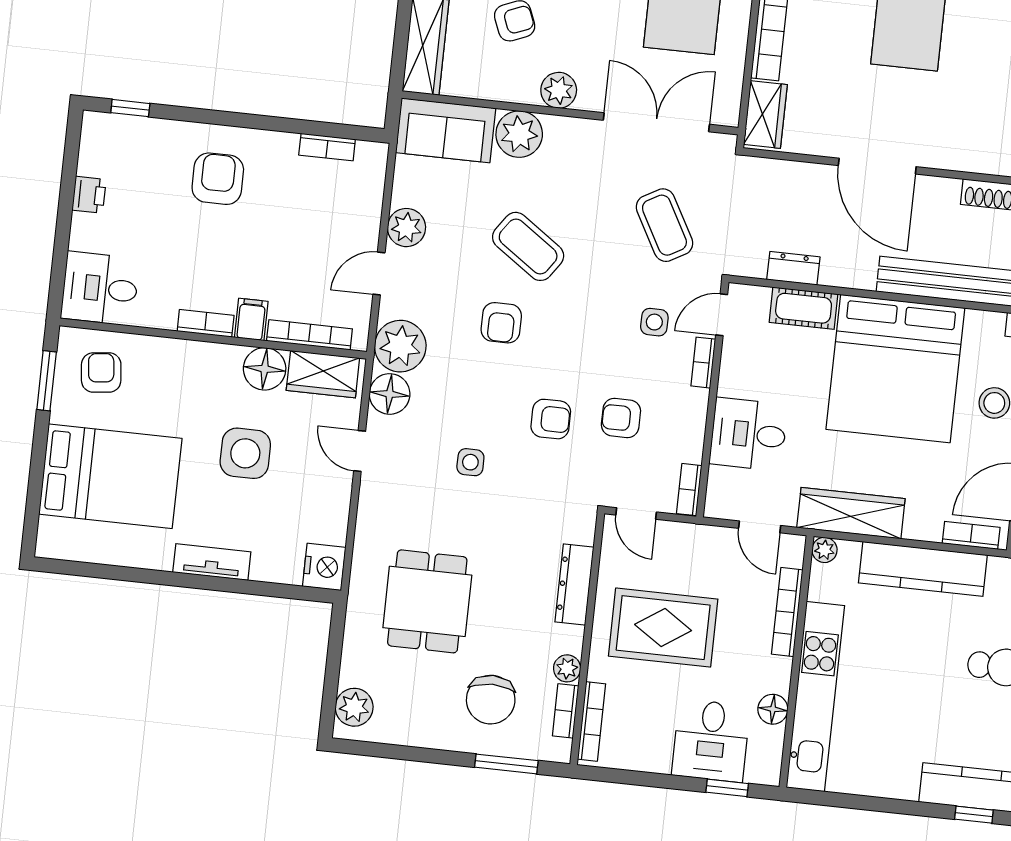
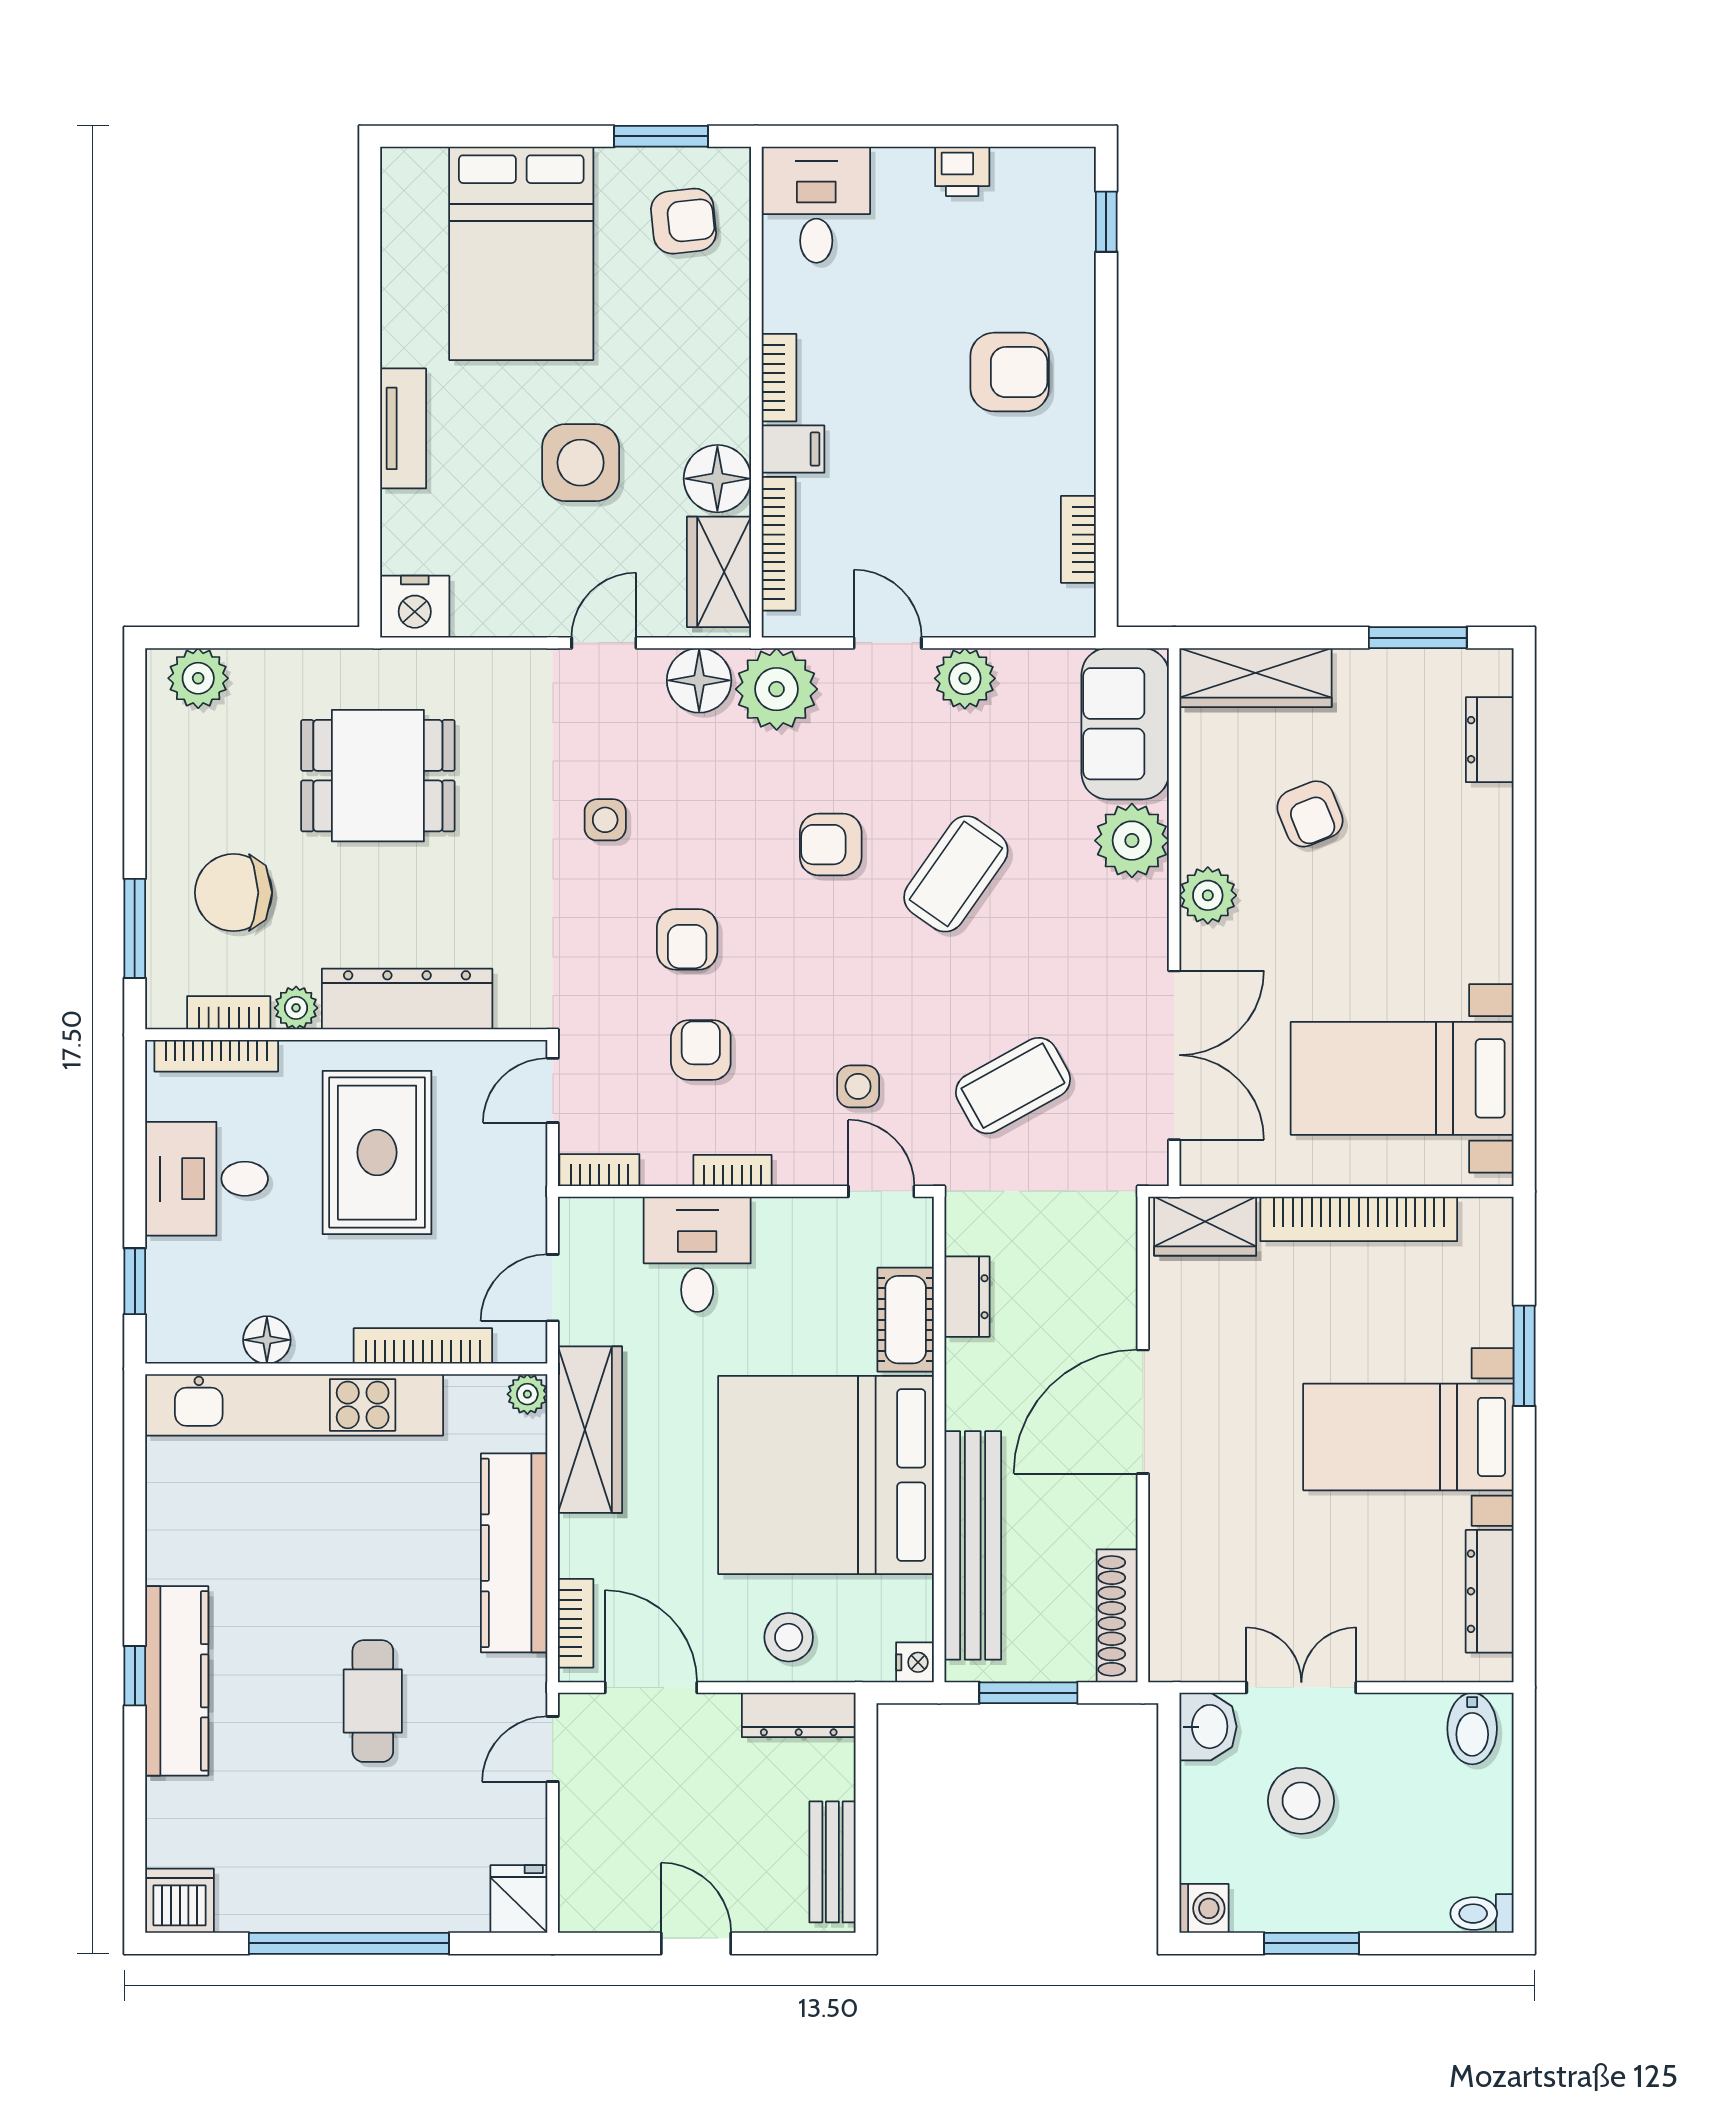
bookcase: (703, 363) -> (732, 1170), moved
dresser: (574, 584) -> (407, 999), width x1.37, depth x1.24
desk: (711, 741) -> (207, 1179), moved

